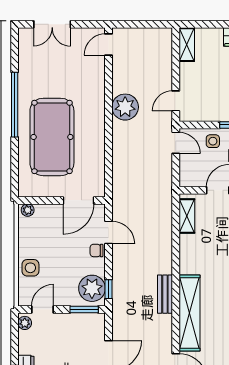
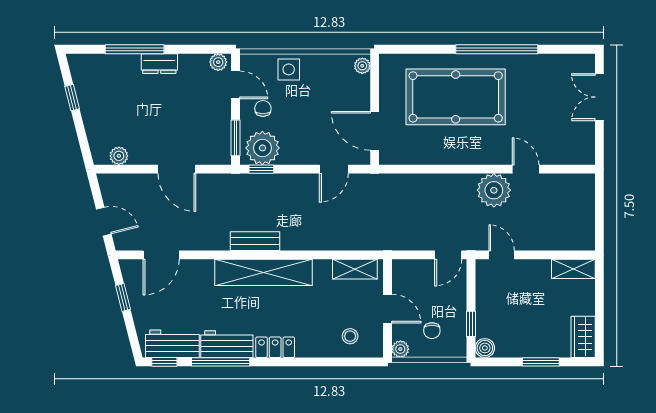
door: (109, 44) -> (526, 169), moved
side table: (213, 141) -> (450, 302), removed
chair: (97, 250) -> (263, 108), moved
shelving: (189, 313) -> (263, 272), moved

